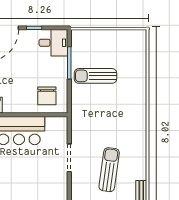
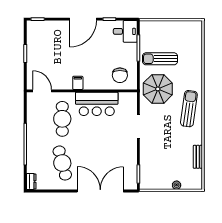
parasol: (93, 112) -> (158, 89), added
sun lounger: (109, 170) -> (189, 109), moved

